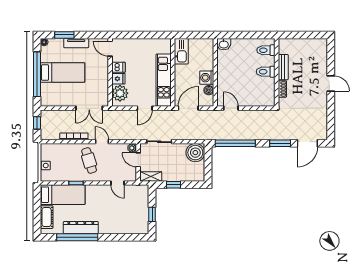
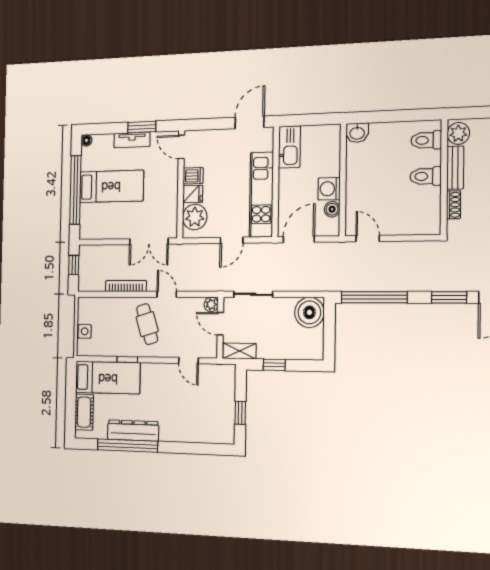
window: (64, 35) -> (142, 127), moved
door: (155, 35) -> (250, 122), added
plant: (285, 47) -> (458, 133), added

